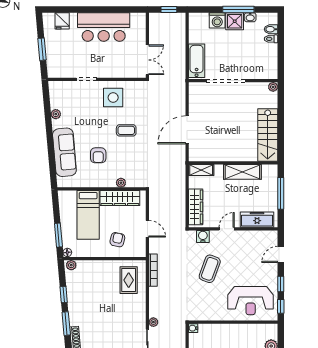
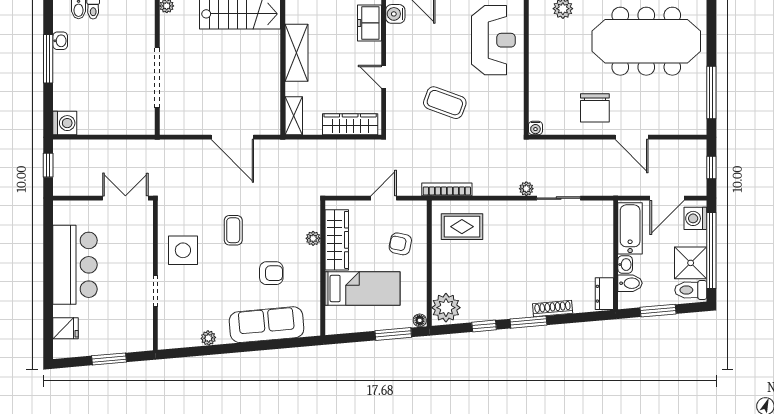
washing machine: (217, 20) -> (65, 123), moved
shower: (235, 21) -> (66, 64), removed
bathtub: (197, 61) -> (127, 123), removed
freezer: (257, 220) -> (369, 23), width x0.71
water cooler: (203, 236) -> (395, 14), moved
plant: (71, 265) -> (446, 308), width x1.88, depth x1.88

